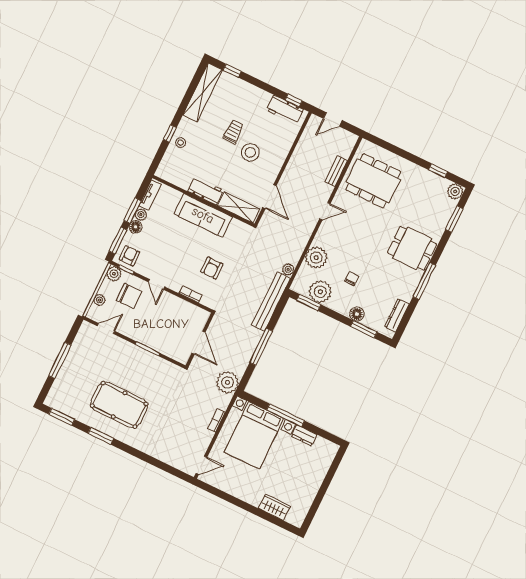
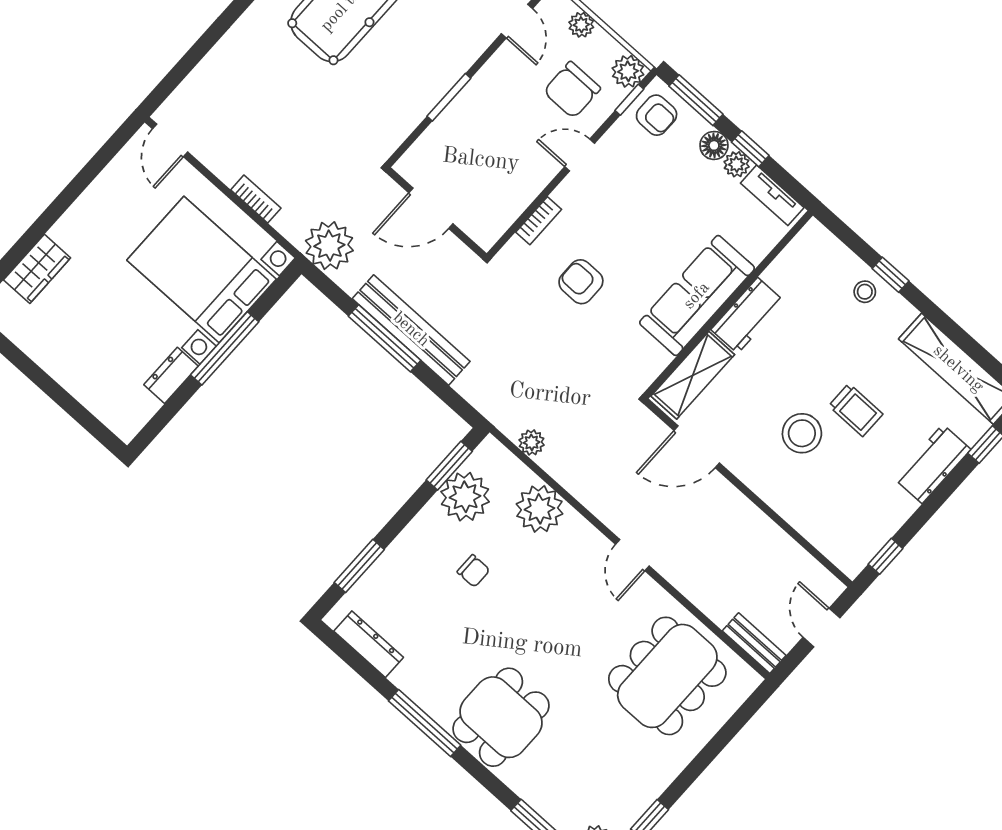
workbench: (285, 110) -> (932, 464), moved
bench: (336, 171) -> (754, 643), moved
window: (132, 211) -> (750, 149), width x0.67
bench: (271, 302) -> (411, 330), moved
floor lamp: (357, 314) -> (395, 560), removed

